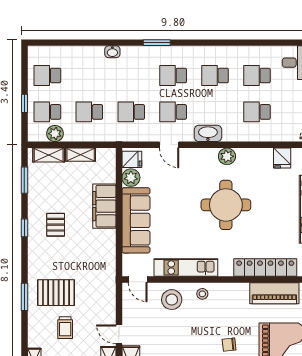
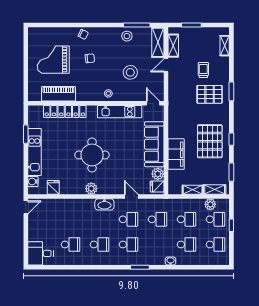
school desk: (257, 112) -> (187, 244), moved
pallet: (56, 225) -> (210, 141), width x2.05, depth x2.00
stool: (172, 300) -> (130, 72), moved
door: (119, 334) -> (166, 65), swing flipped

